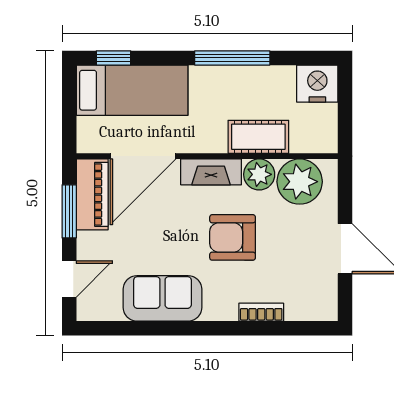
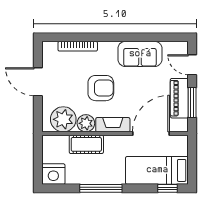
piano: (92, 194) -> (179, 98), moved
door: (69, 279) -> (192, 65), hinge flipped
bookcase: (261, 312) -> (78, 46), width x1.56

